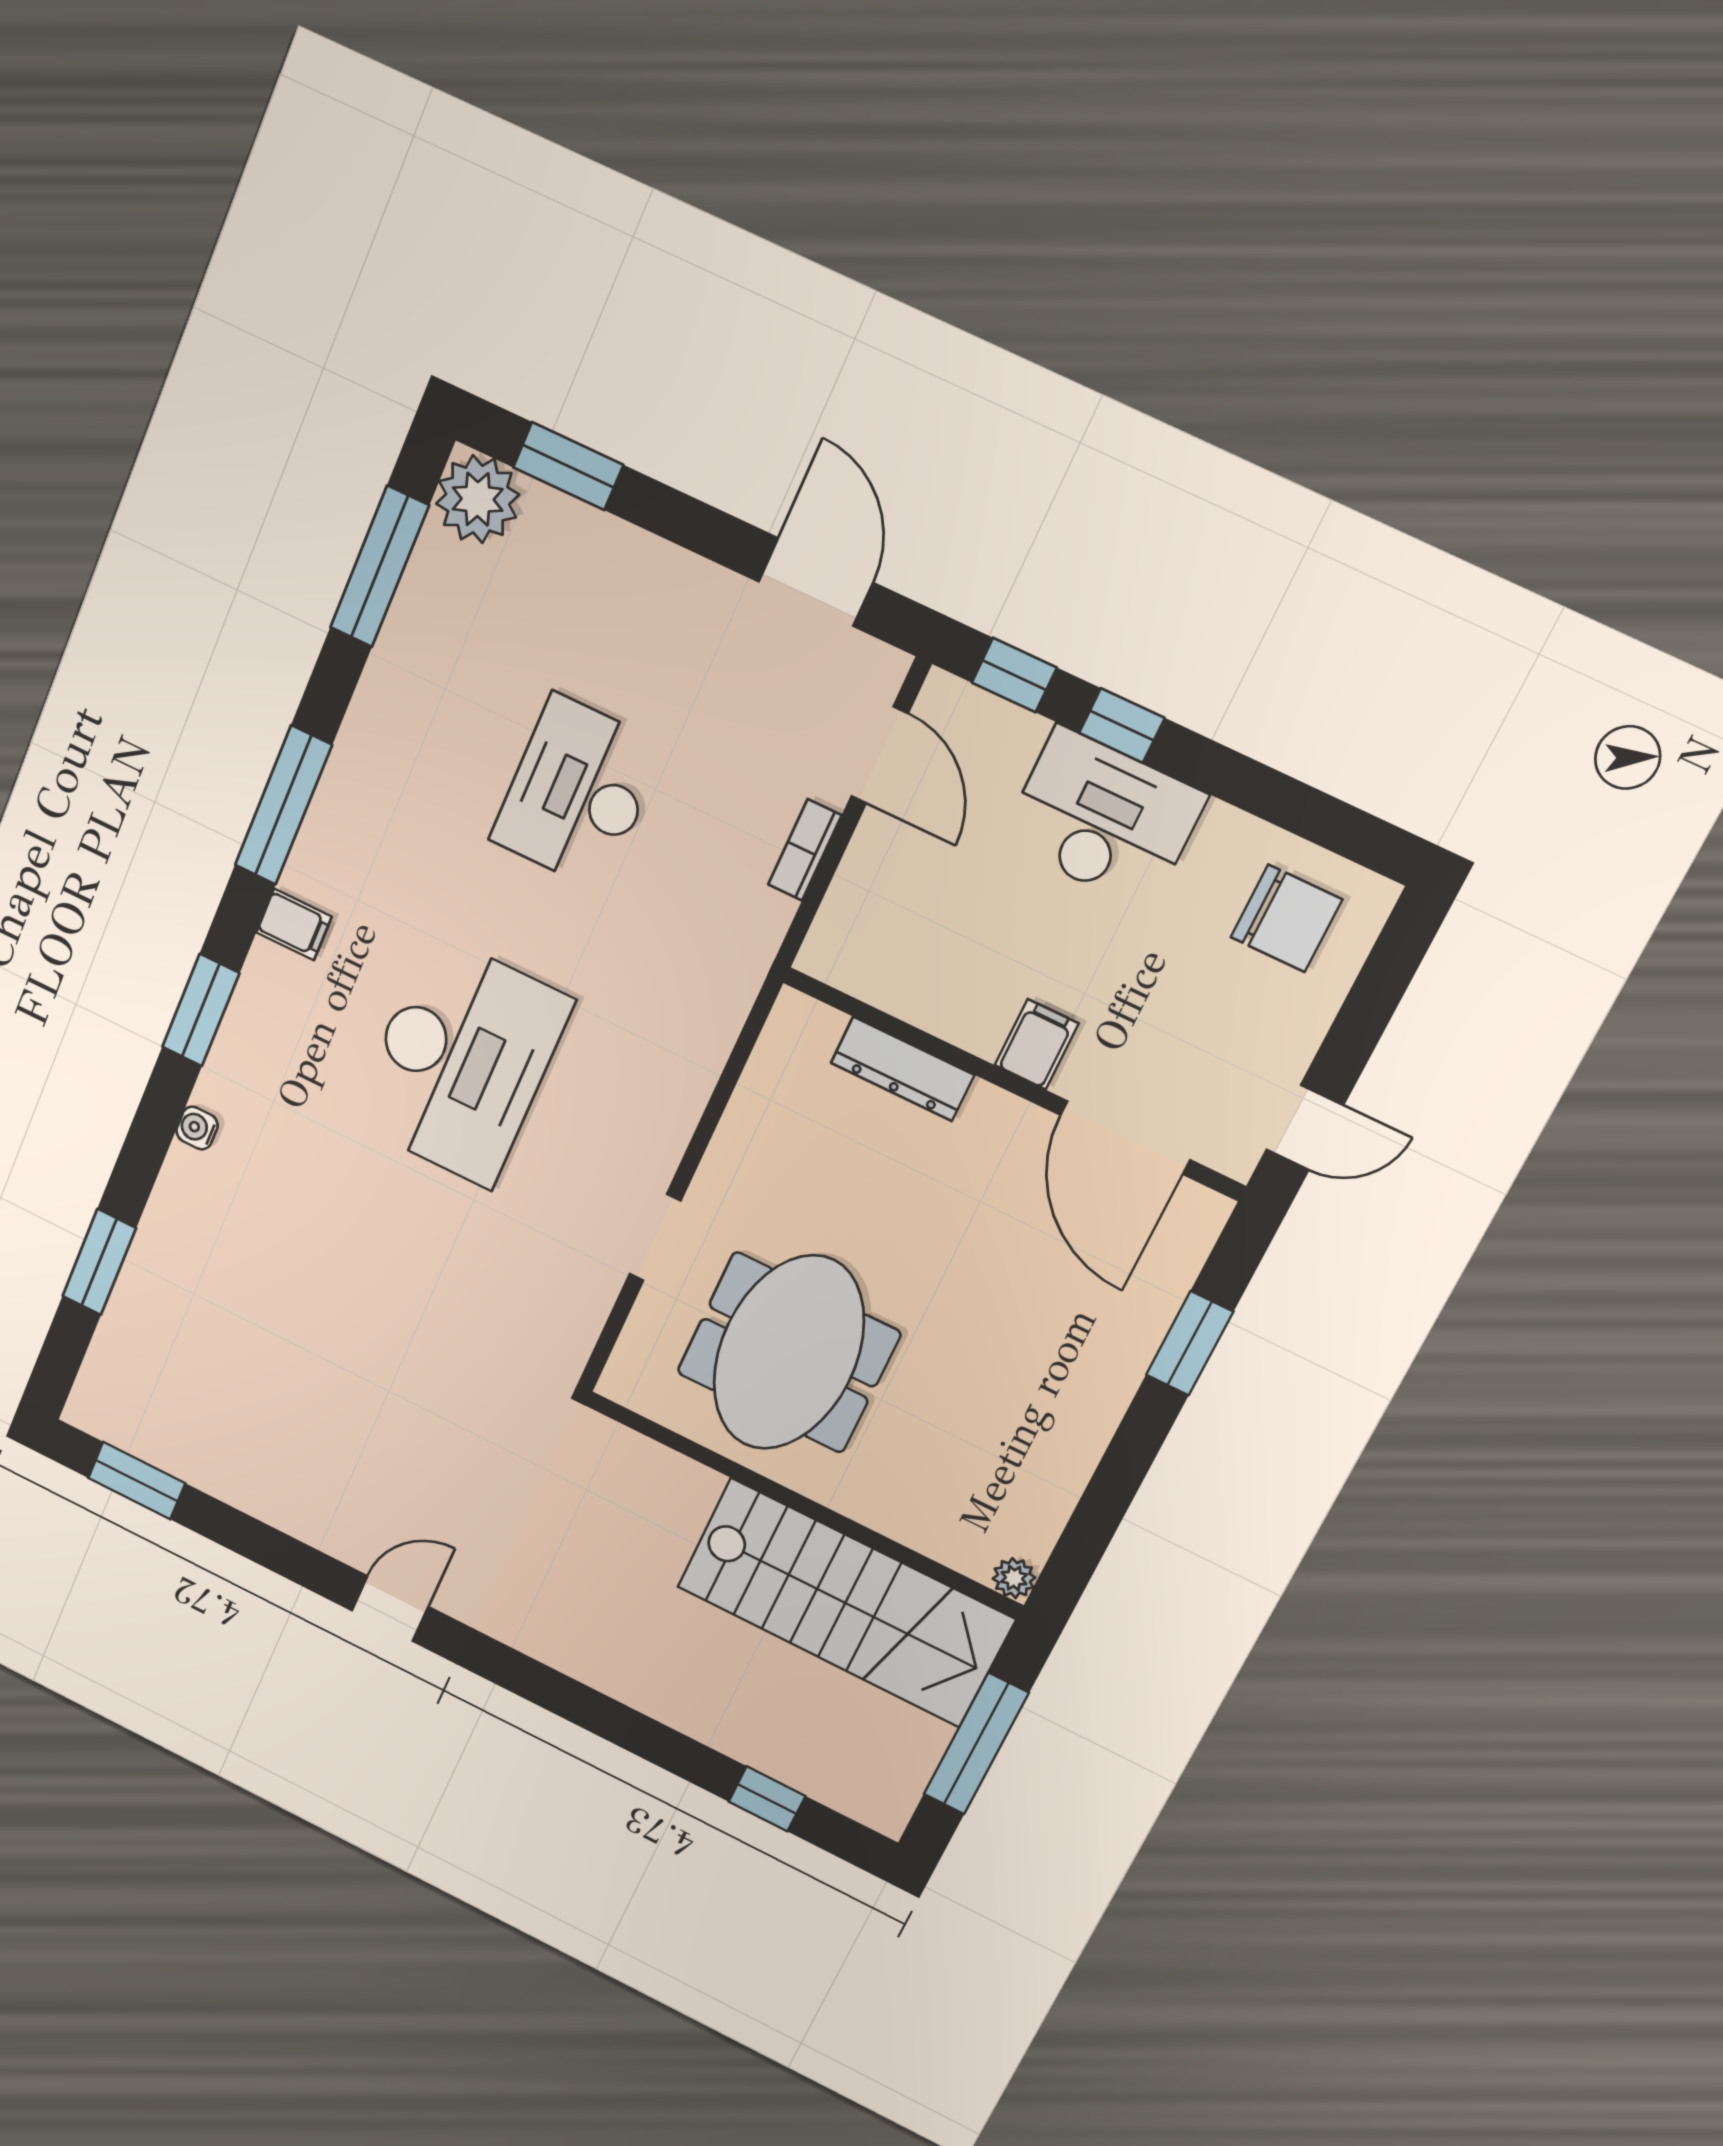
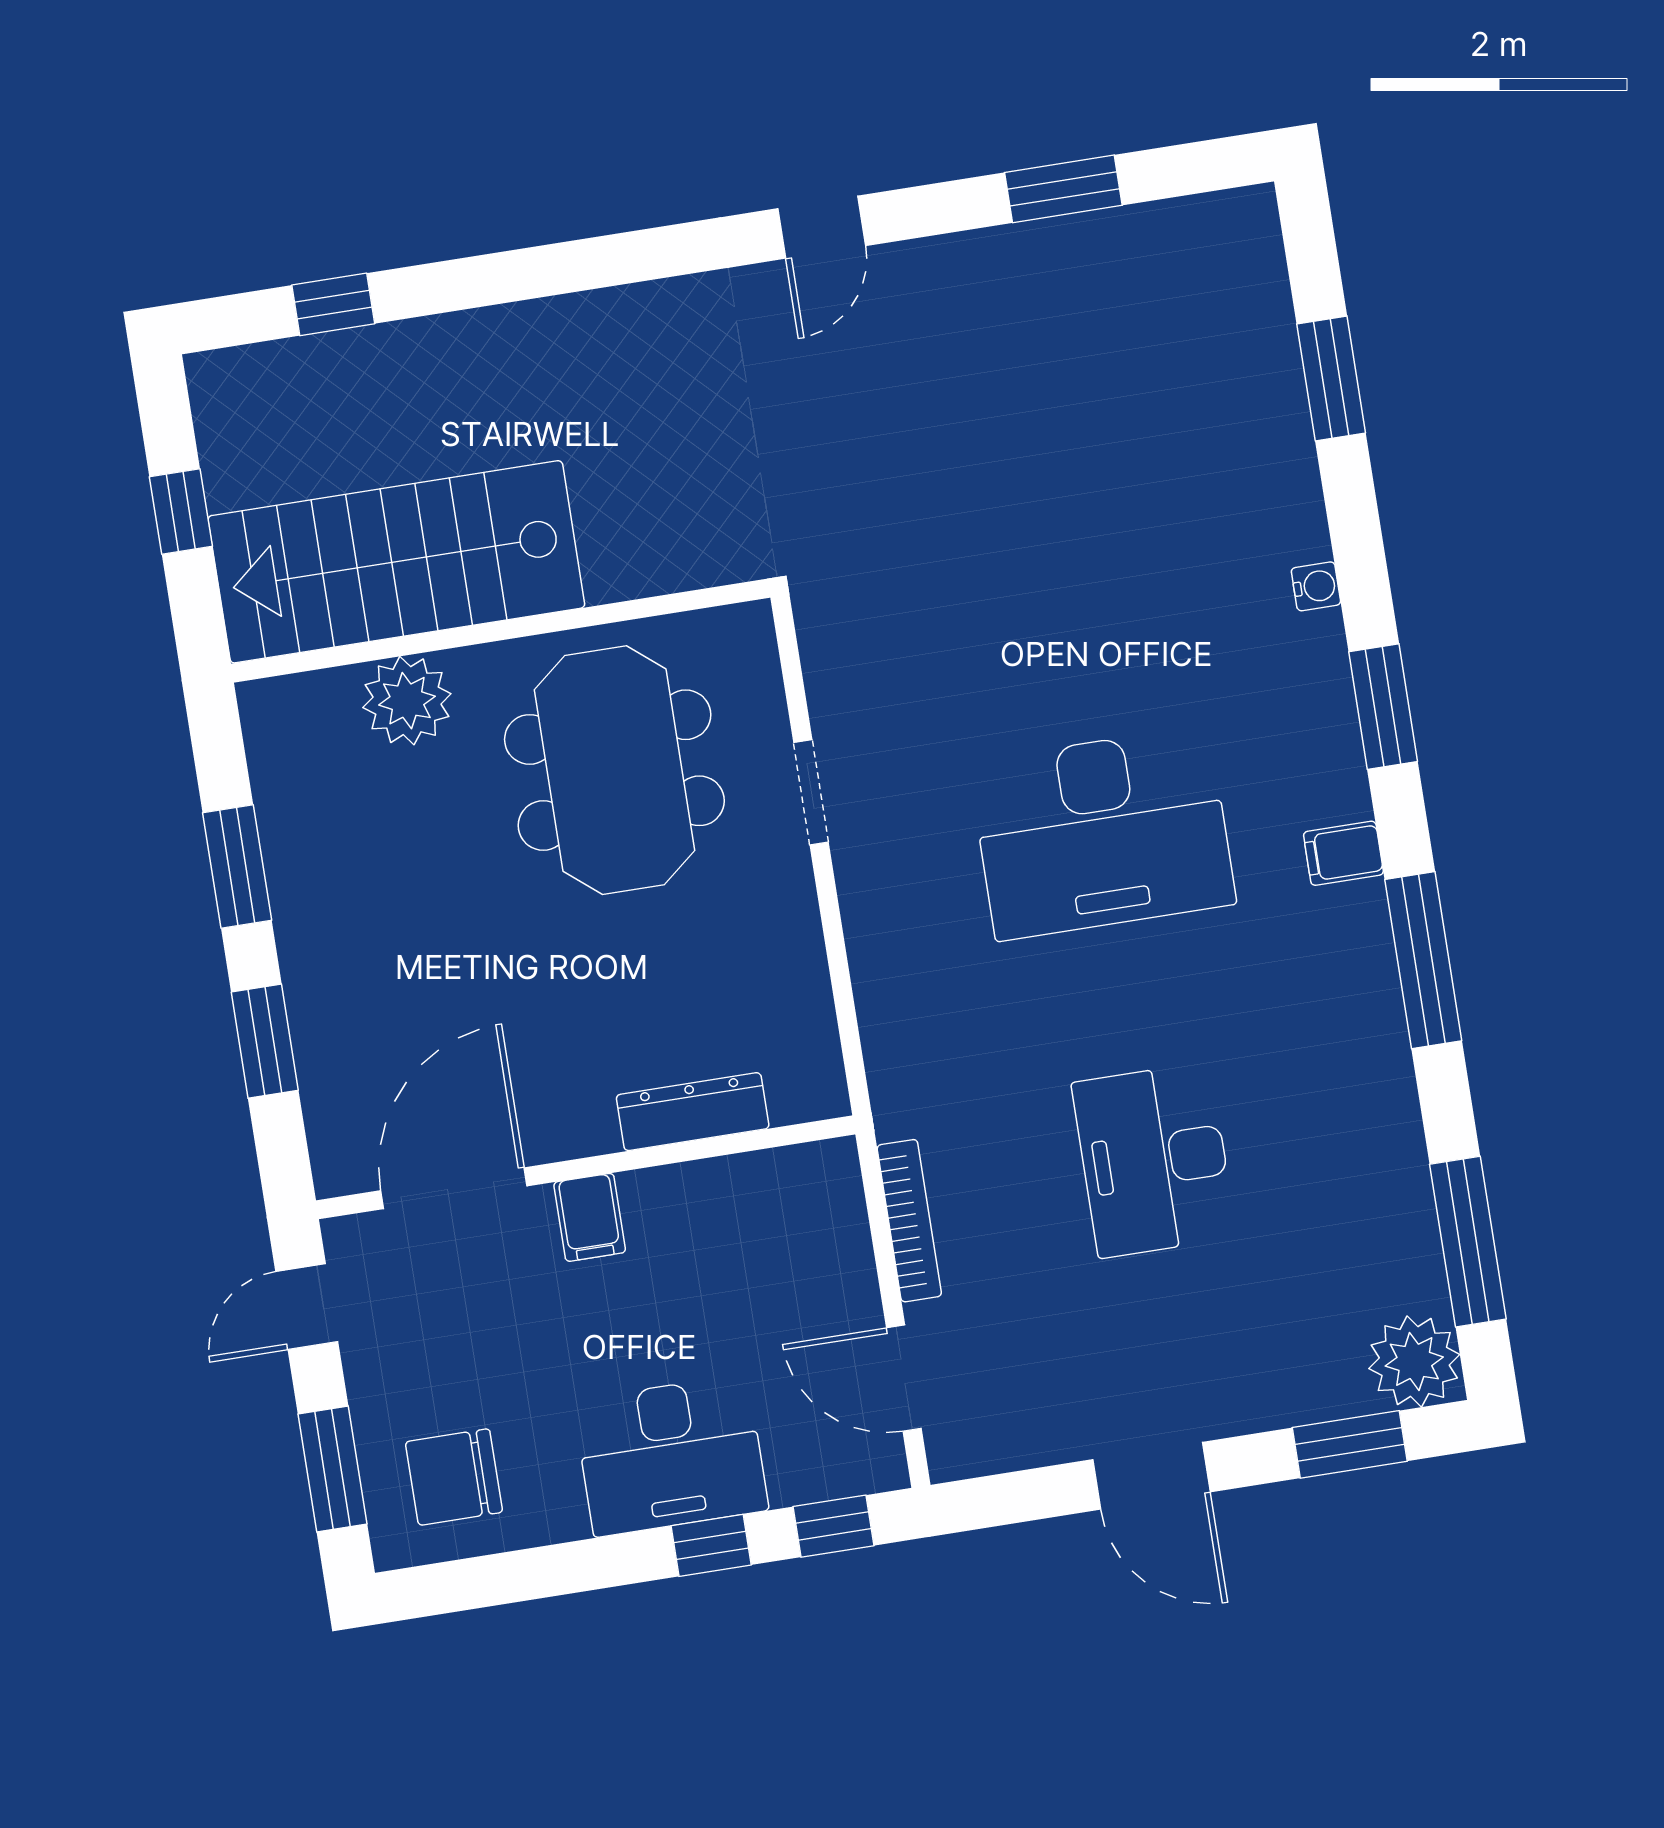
door: (816, 582) -> (1152, 1476), moved
desk: (578, 793) -> (1154, 1160), turned 180
bookcase: (805, 850) -> (909, 1221), width x1.56
window: (1378, 990) -> (333, 1469), added
desk: (461, 1061) -> (1102, 833), turned -90
door: (1125, 1138) -> (454, 1188), hinge flipped
window: (1117, 1479) -> (237, 867), added
window: (137, 1481) -> (1063, 189), moved
plant: (1014, 1578) -> (407, 701), moved, width x1.88, depth x1.88
window: (976, 1744) -> (181, 512), width x0.46

